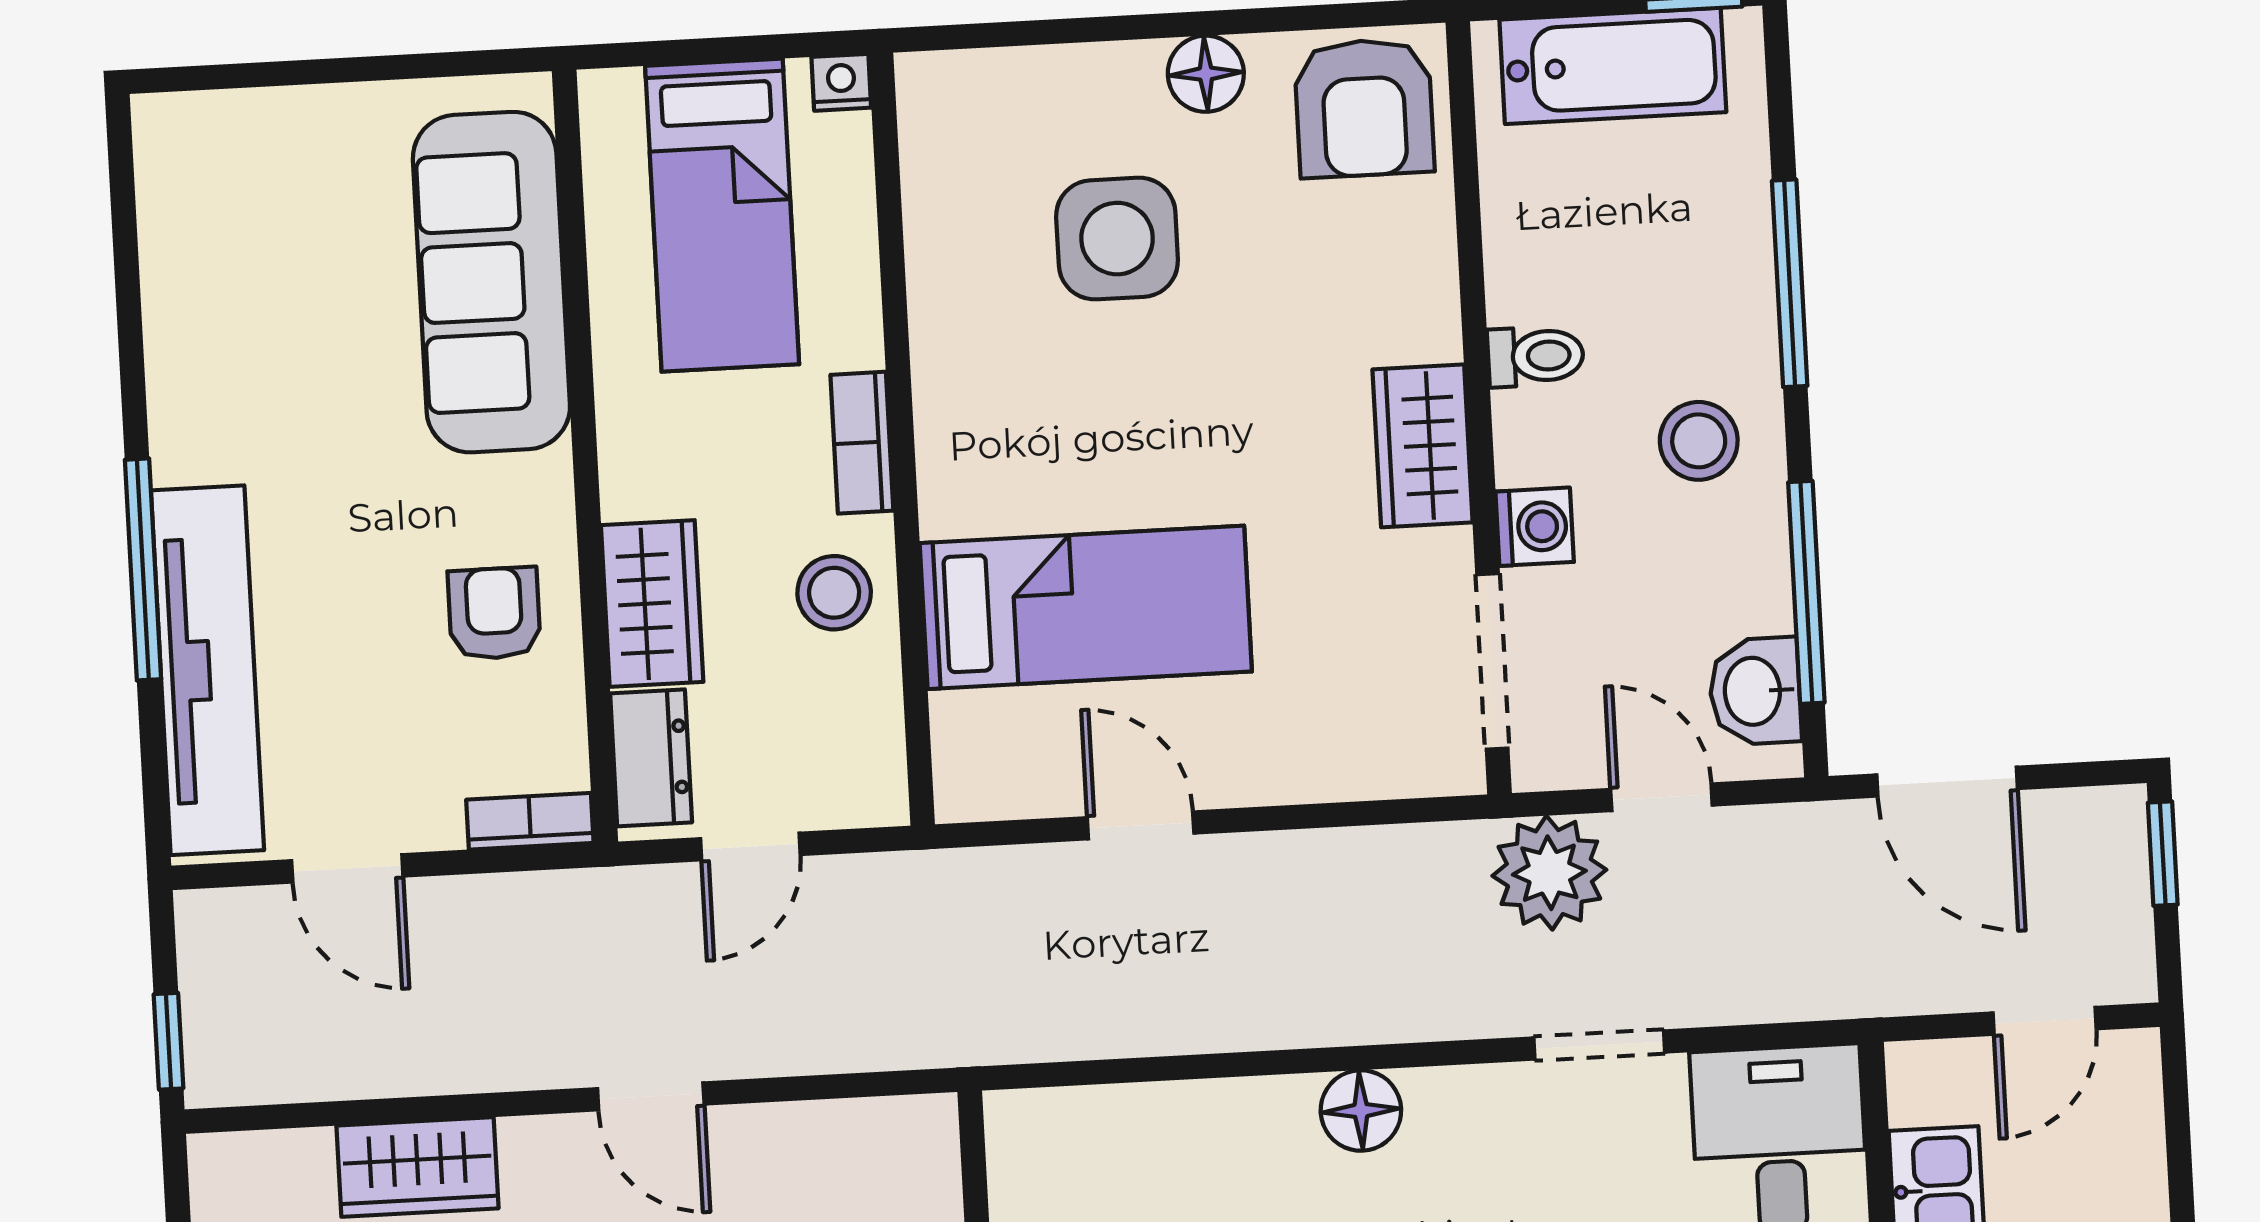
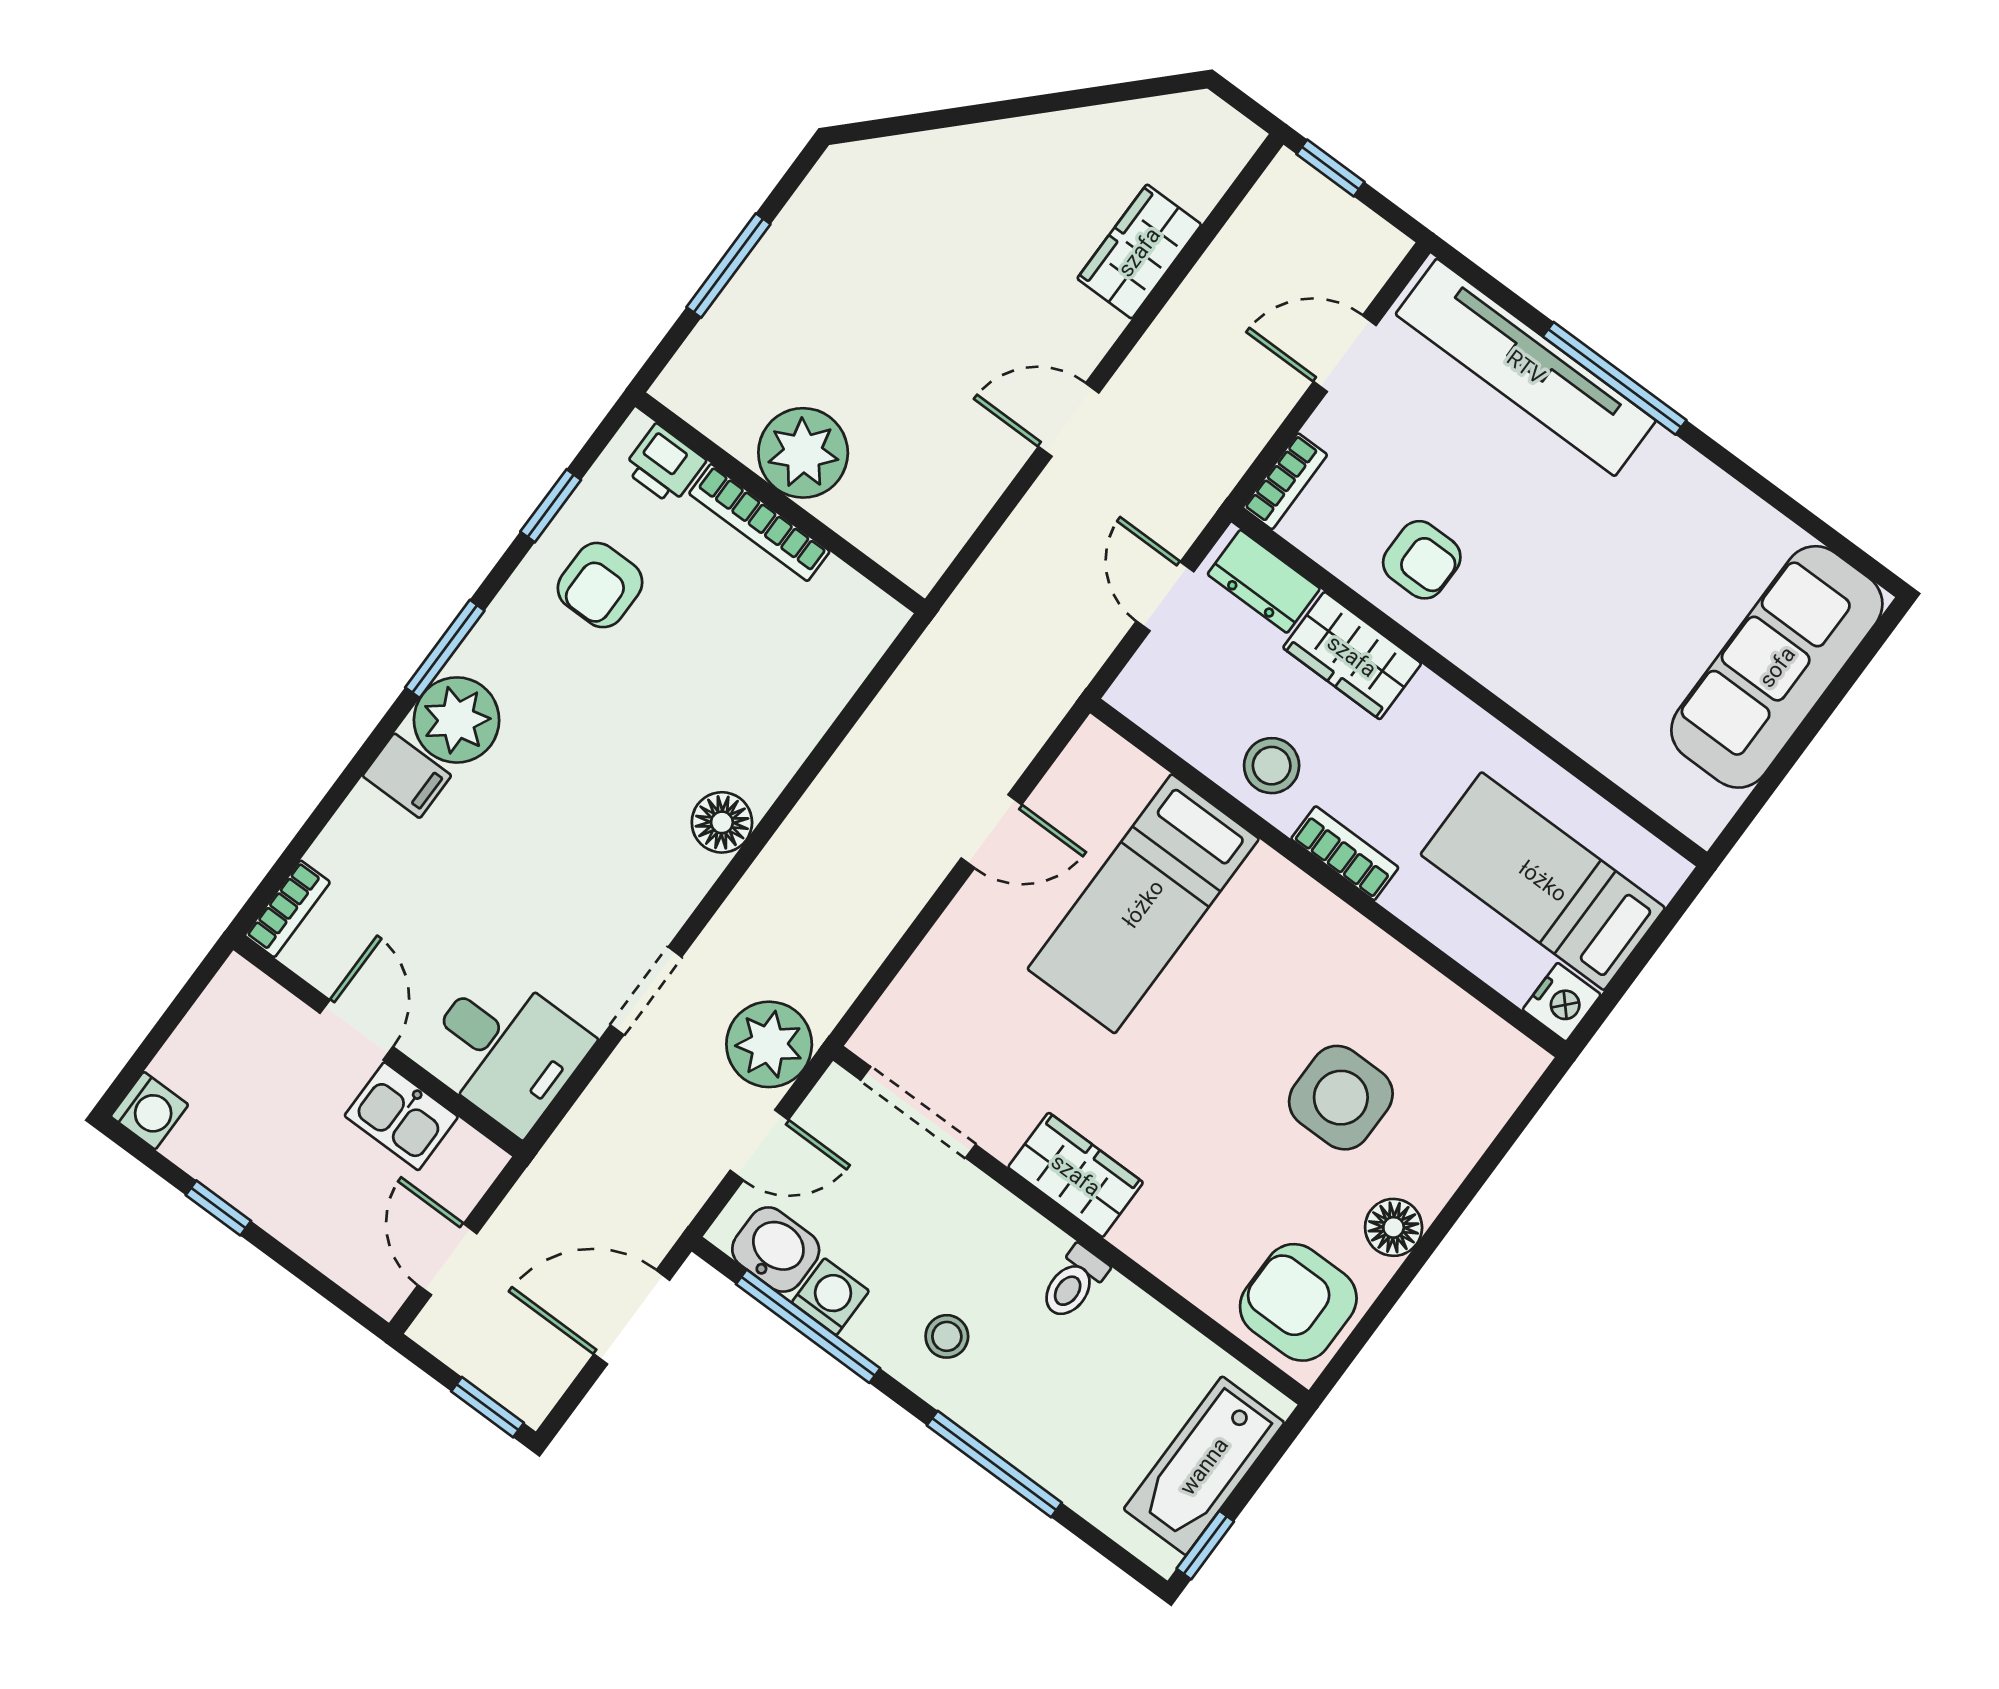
nightstand: (841, 82) -> (1562, 1002), width x1.39, depth x1.35
sofa: (491, 282) -> (1777, 667), moved, turned -90
stool: (1699, 441) -> (947, 1336), width x0.73, depth x0.73
washing machine: (1535, 527) -> (830, 1297), moved, turned 180

